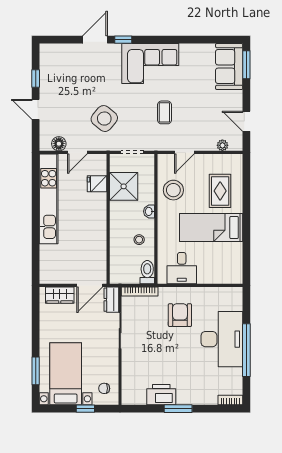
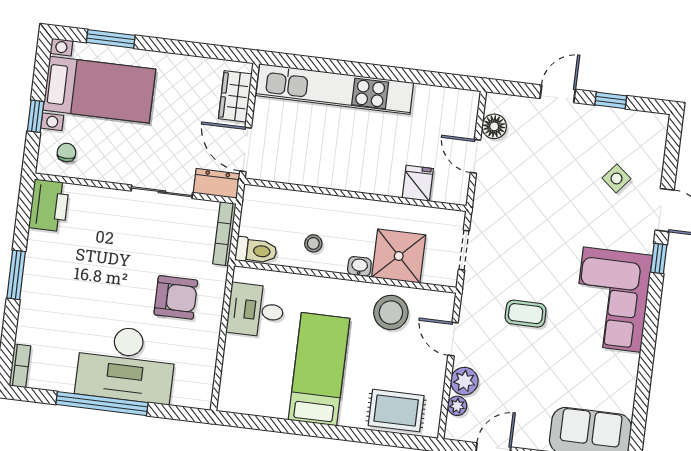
side table: (104, 119) -> (616, 178), moved, width x0.54, depth x0.54
plant: (208, 143) -> (464, 381), added
shower: (124, 186) -> (399, 256), moved
rug: (220, 191) -> (396, 411), moved
kitchen unit: (49, 199) -> (335, 89), moved
printer: (161, 395) -> (49, 205), moved

